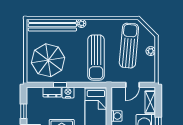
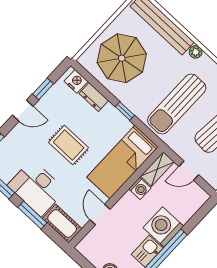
window: (60, 85) -> (125, 111), moved
nightstand: (68, 93) -> (76, 81), moved
shelving: (150, 102) -> (157, 169), moved

